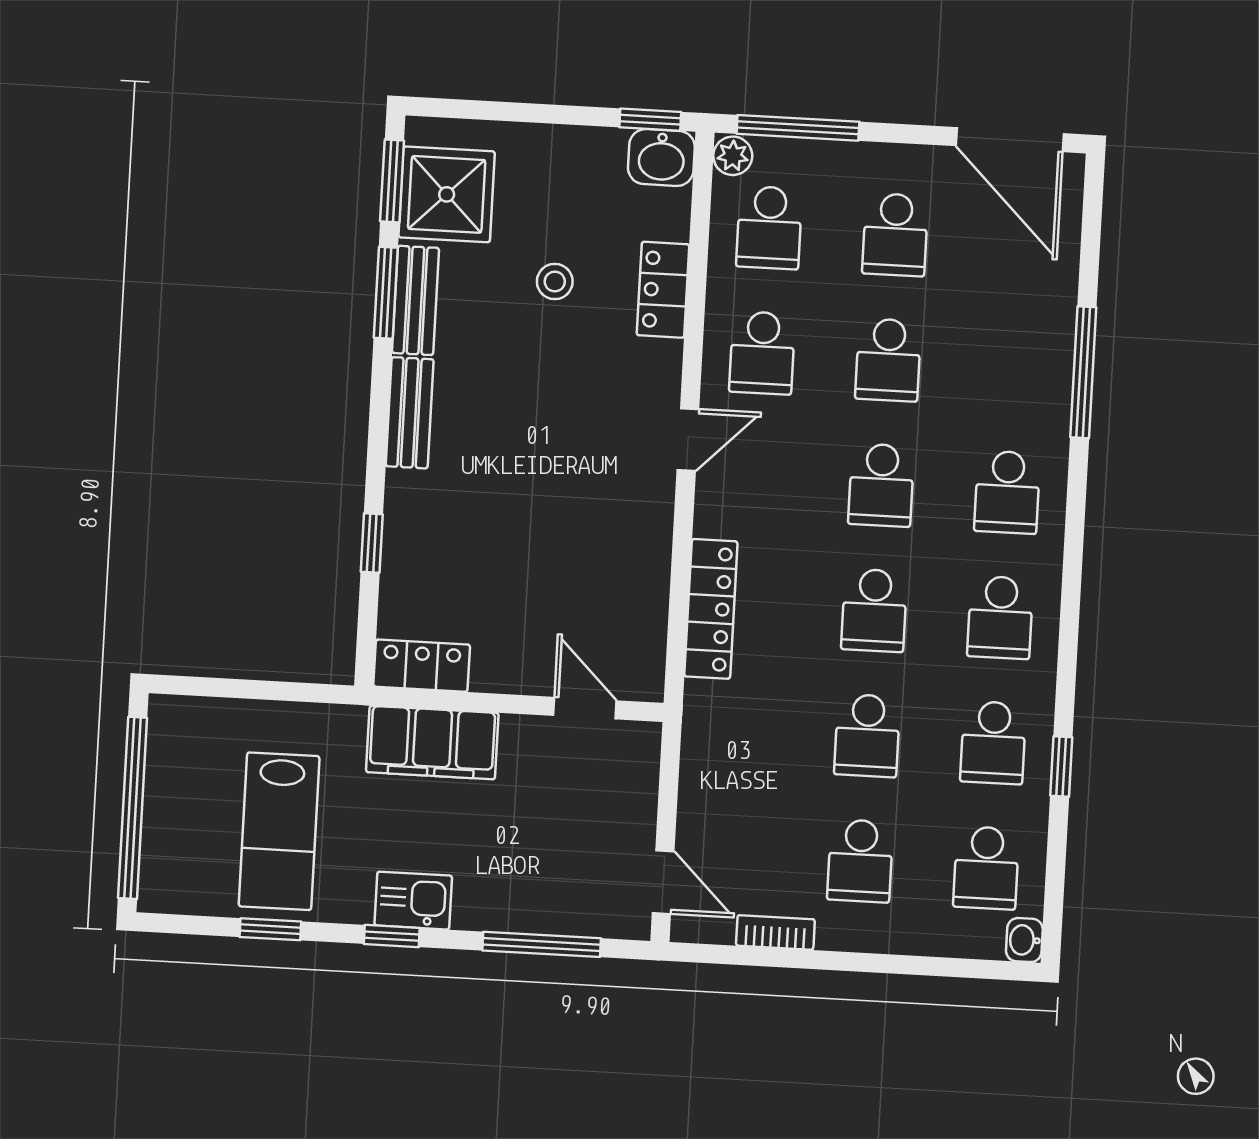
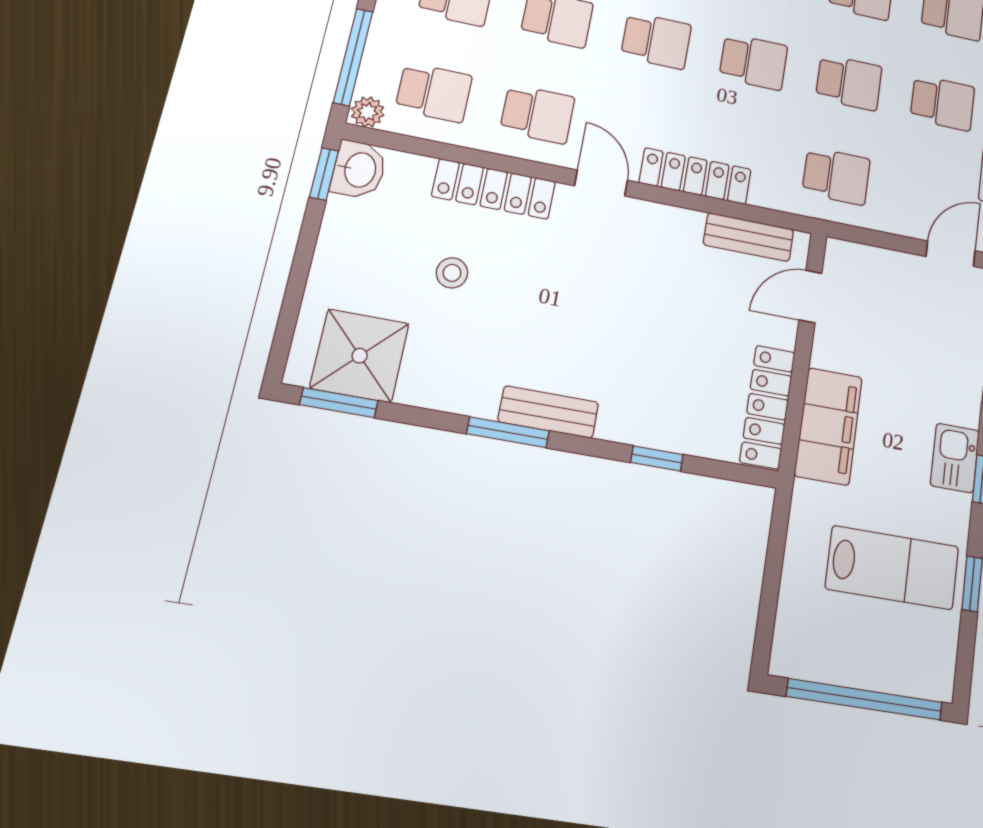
locker: (663, 290) -> (494, 189), width x1.53
window: (386, 293) -> (508, 432), moved
bench: (415, 300) -> (749, 237), moved
locker: (711, 609) -> (695, 176), moved
locker: (422, 666) -> (767, 407), width x1.53
school desk: (741, 729) -> (836, 176), added

